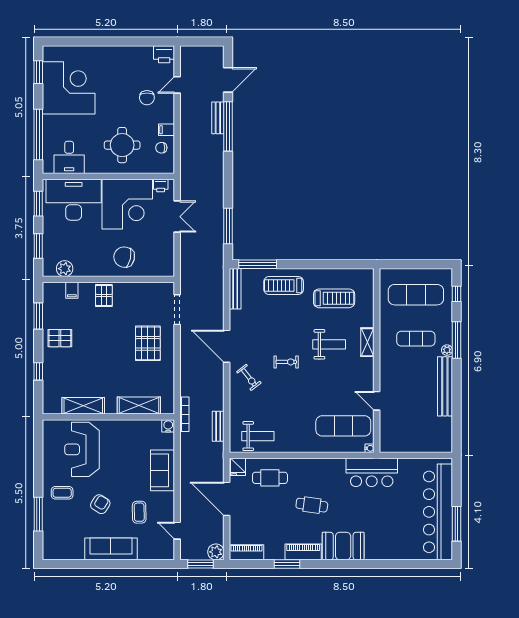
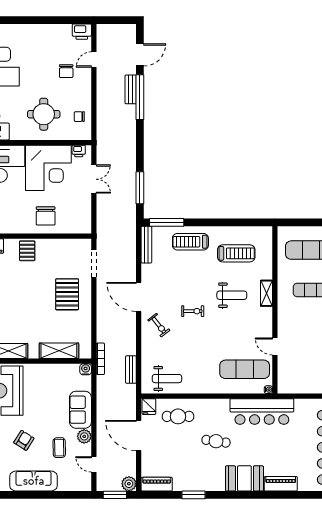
filing cabinet: (166, 130) -> (84, 100), removed
chair: (124, 257) -> (46, 216), turned -102
bar counter: (372, 472) -> (262, 412), width x1.36
plant: (167, 500) -> (84, 436), added
piano: (303, 552) -> (281, 484), moved

